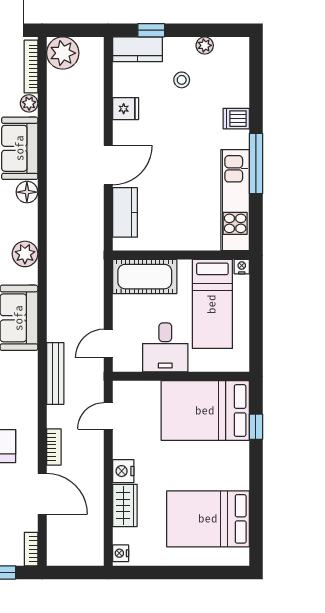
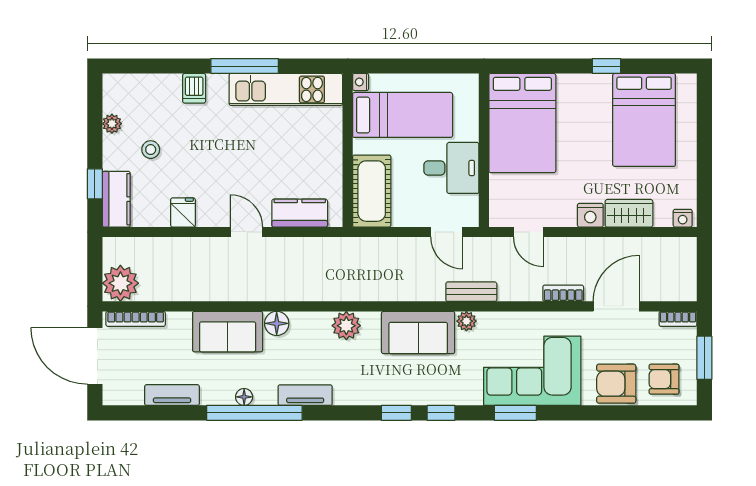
plant: (29, 103) -> (466, 321), moved
door: (108, 165) -> (246, 232), width x0.73
bench: (55, 373) -> (471, 292), width x0.73
window: (256, 427) -> (606, 66), moved

